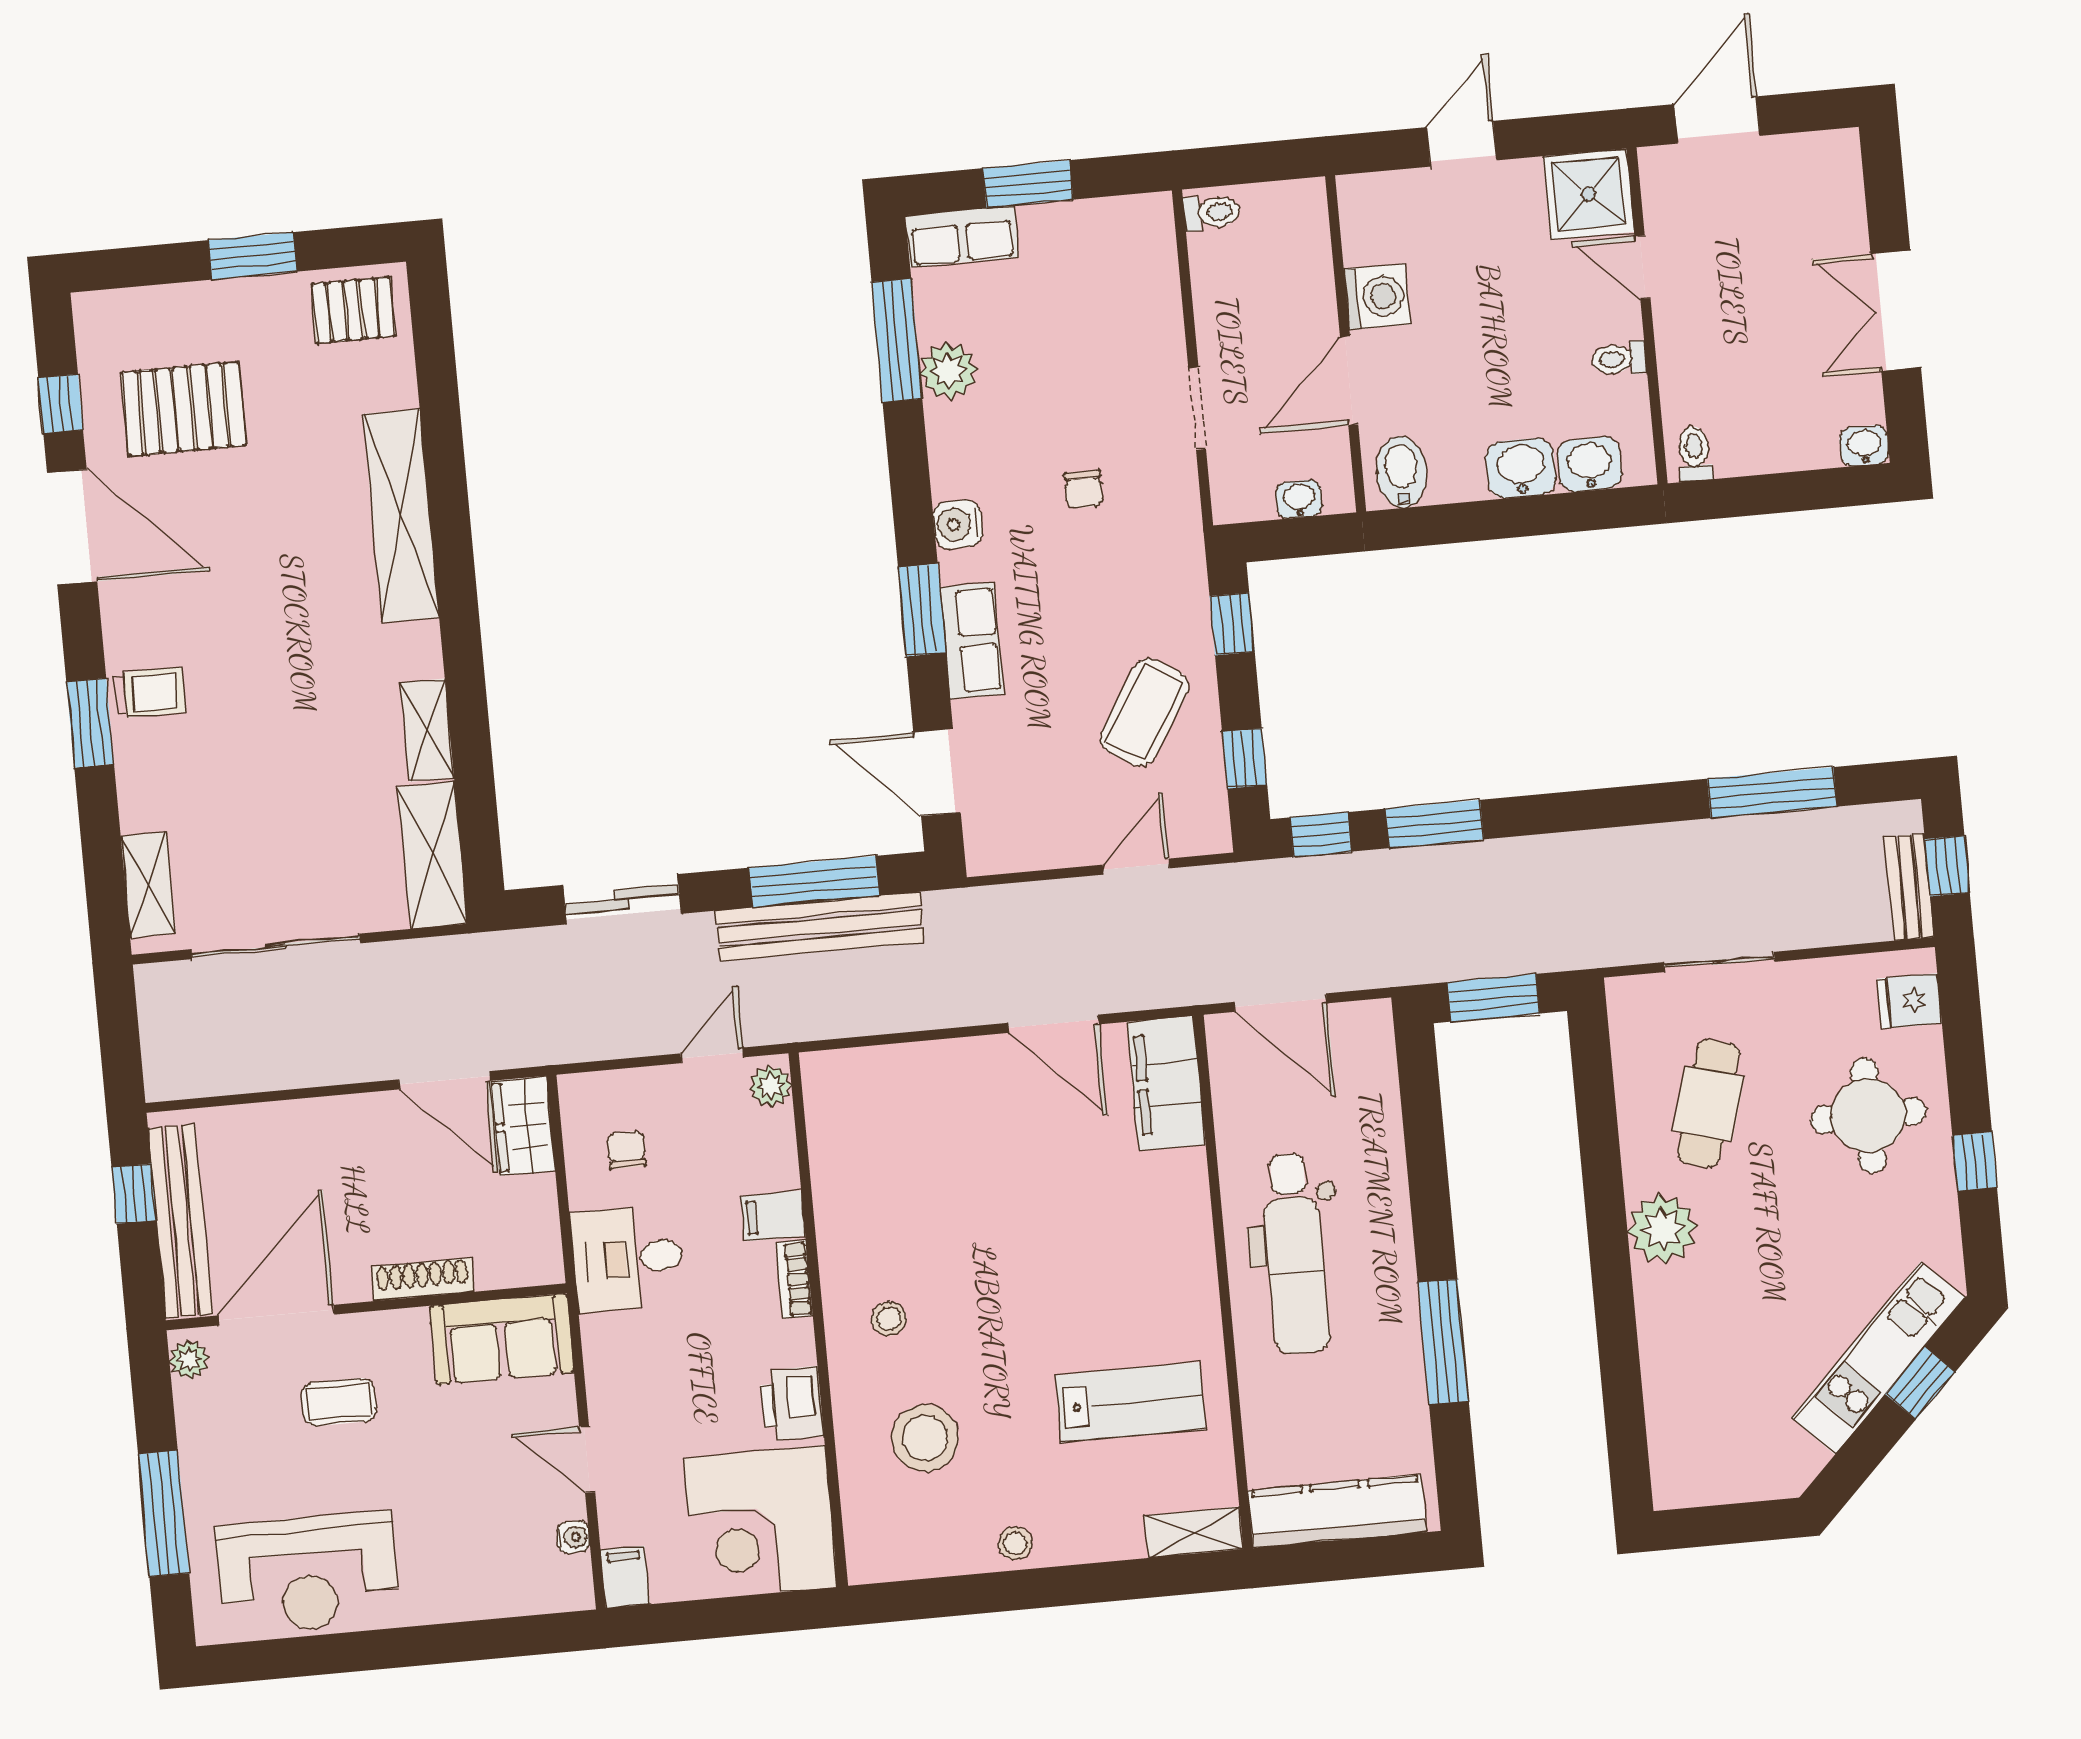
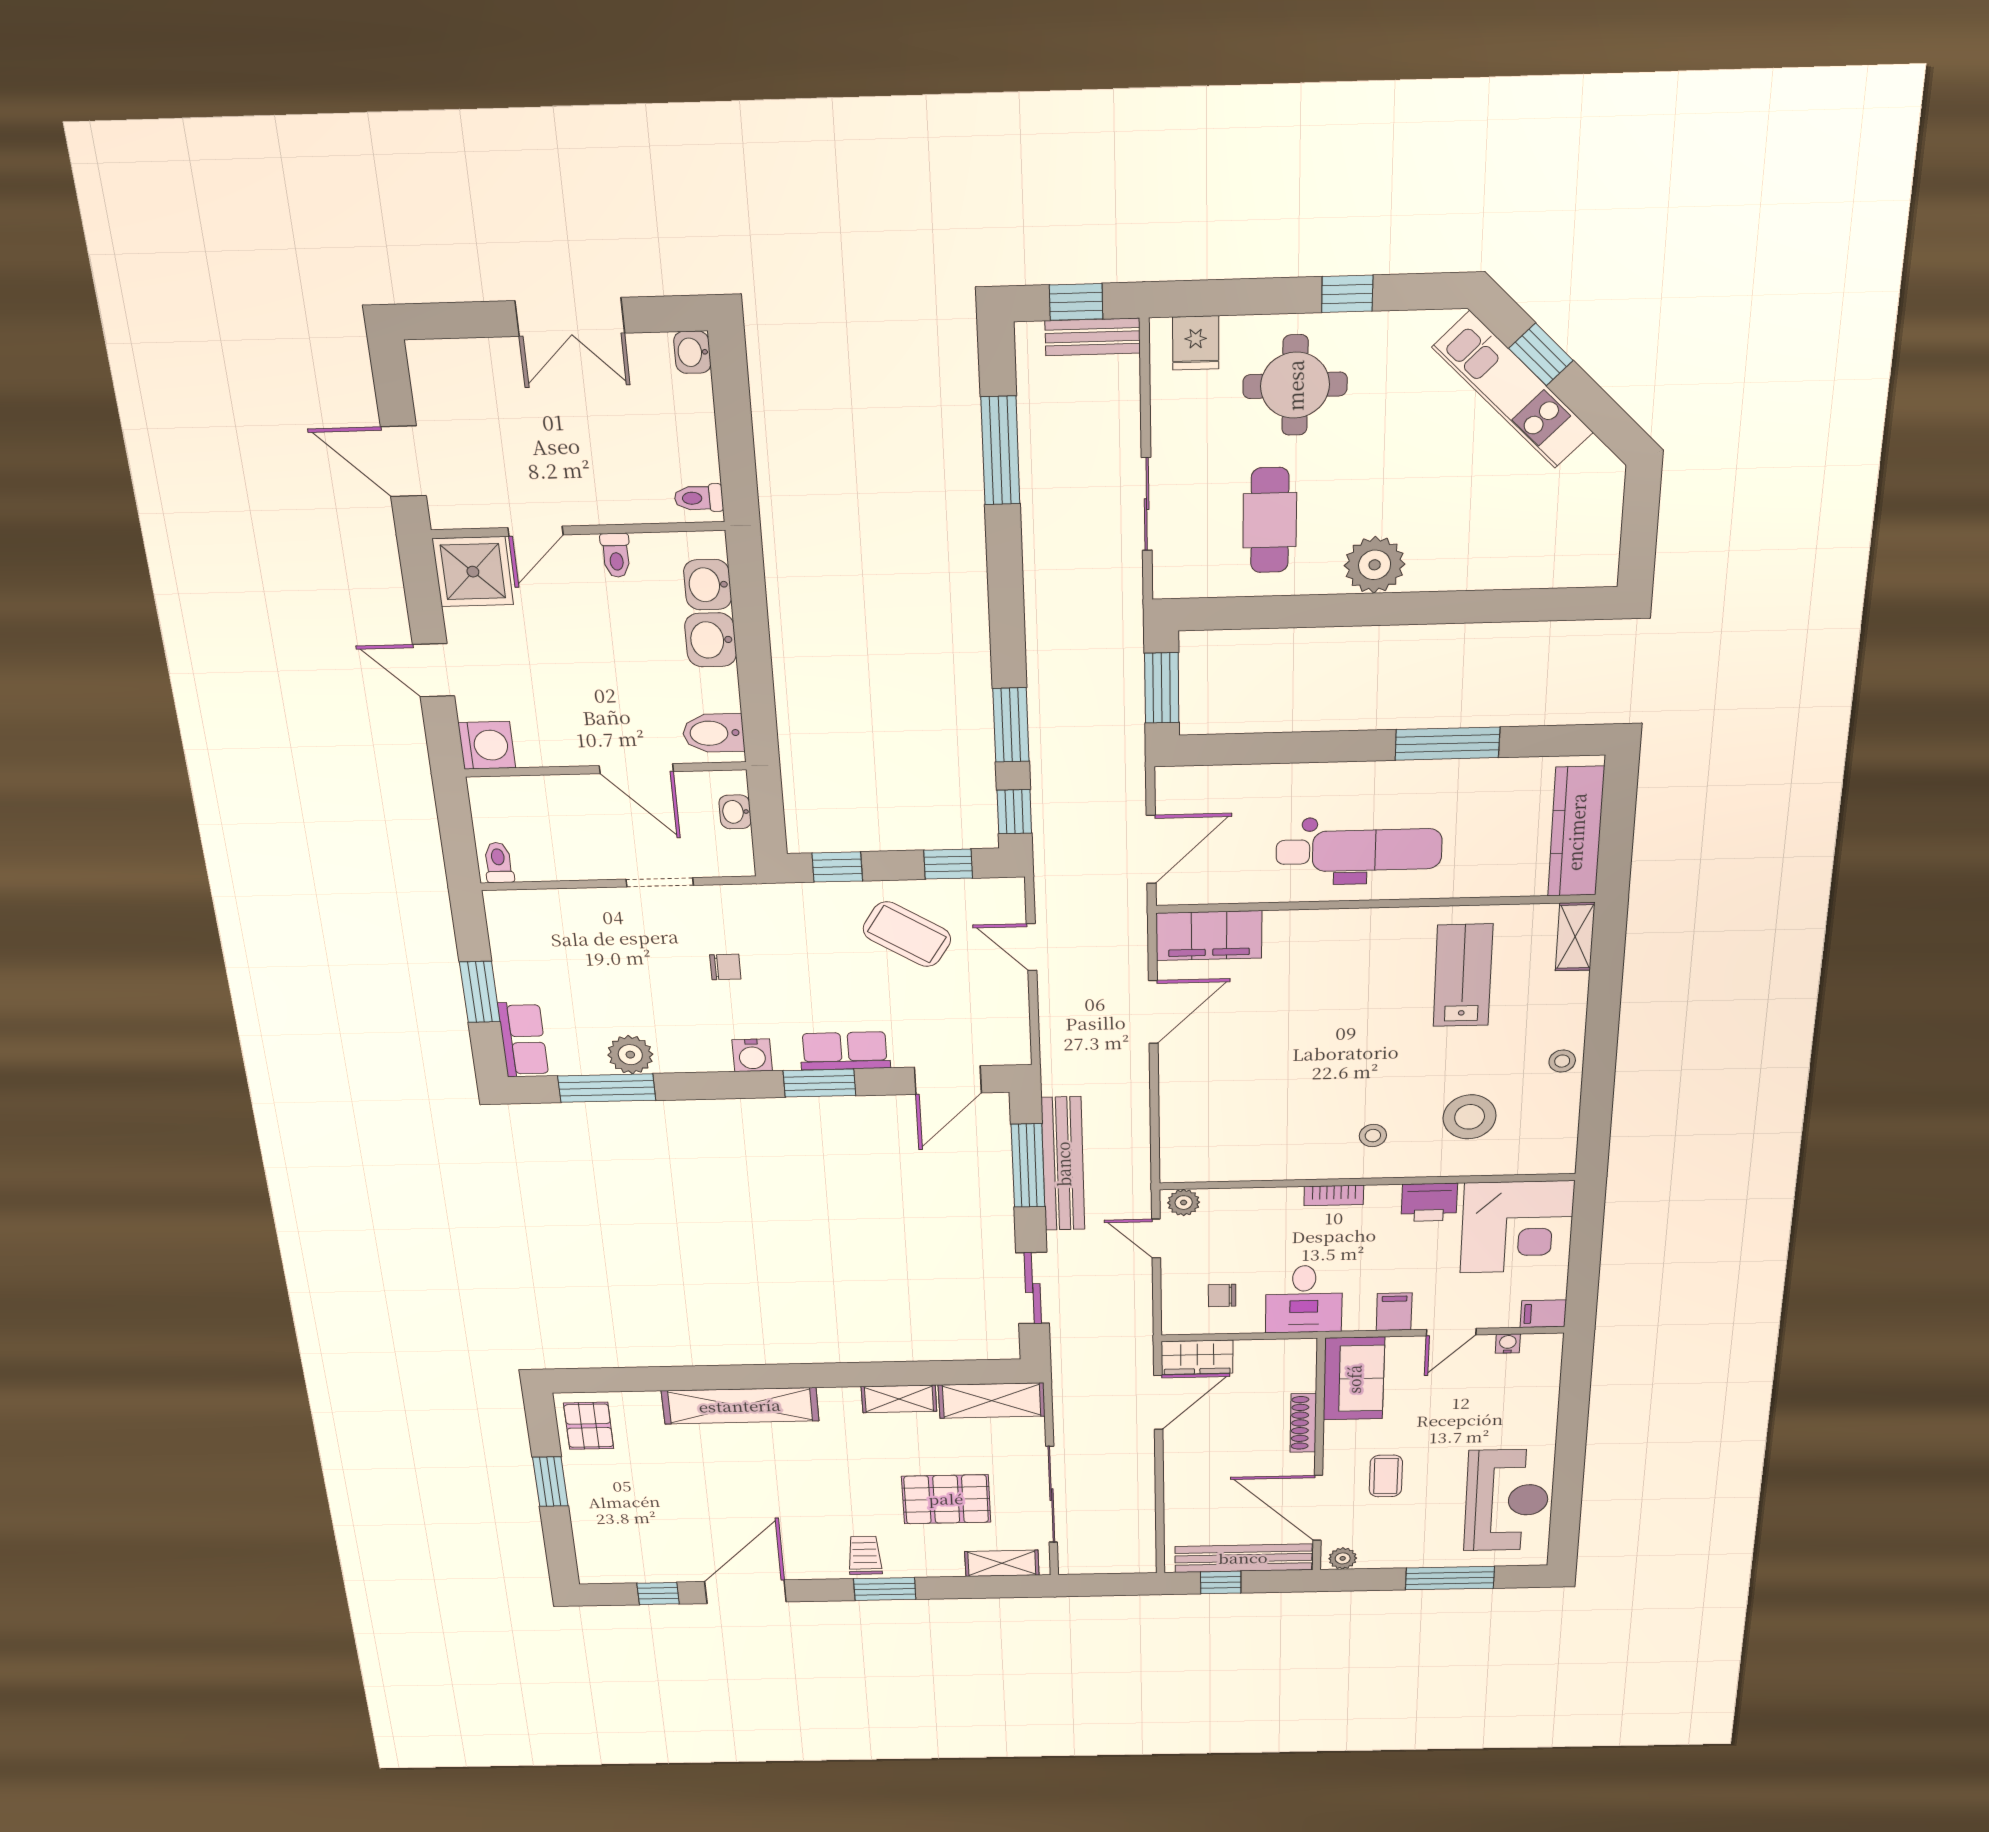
washing machine: (1377, 297) -> (487, 745), moved, turned 90
pallet: (184, 409) -> (946, 1499), moved, turned 90
cafe table: (1709, 1103) -> (1270, 520), turned 74
filing cabinet: (773, 1216) -> (1394, 1312), moved, turned 180

